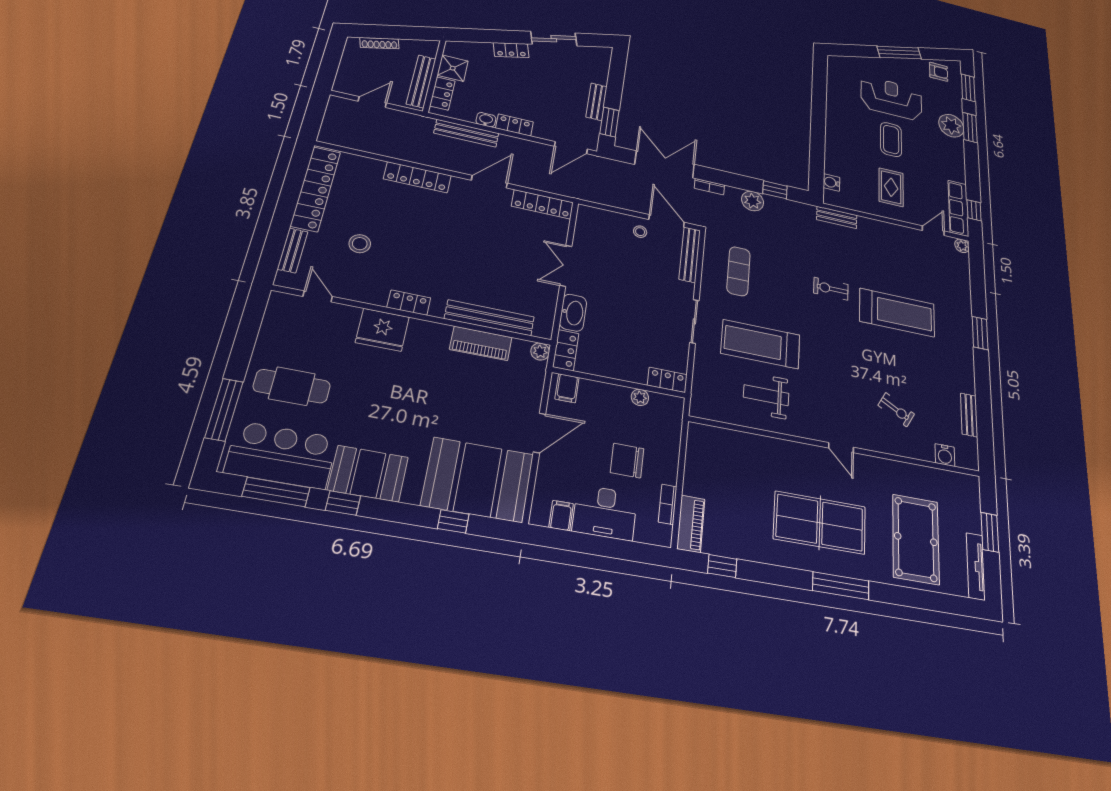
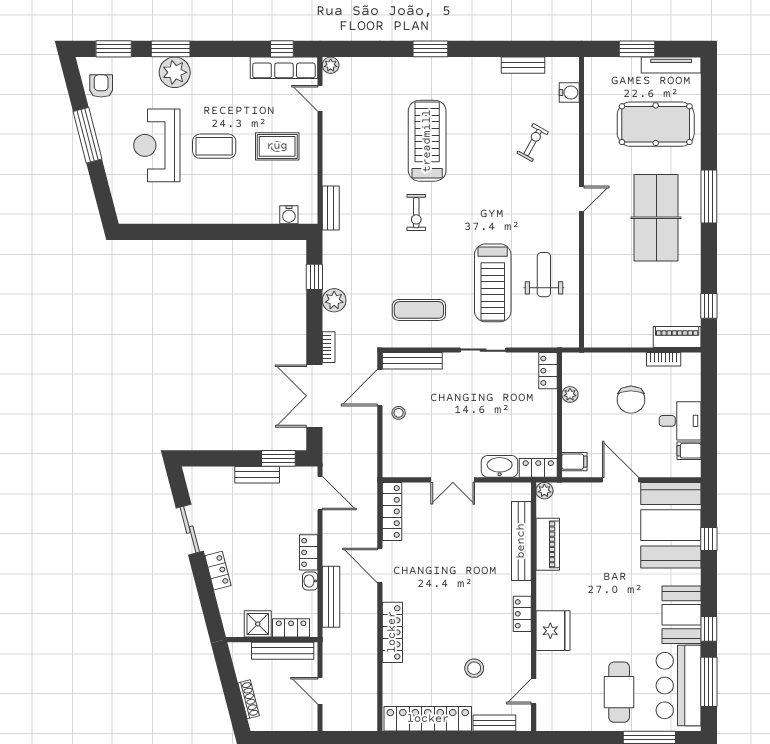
weight bench: (766, 395) -> (544, 275), turned 180
desk: (605, 512) -> (680, 421), width x0.73

